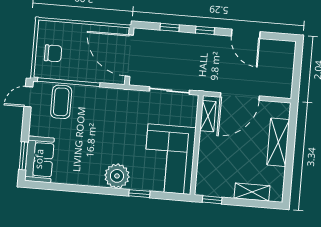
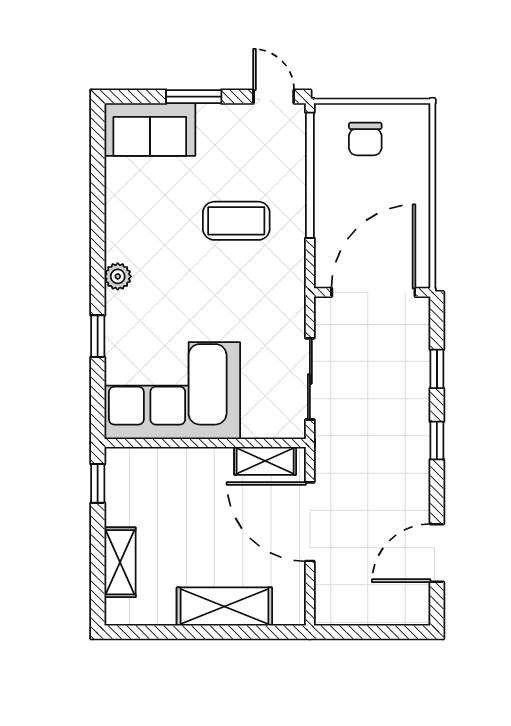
door: (246, 34) -> (437, 553), moved
coffee table: (61, 102) -> (236, 221), moved
window: (23, 156) -> (194, 97), moved
plant: (117, 176) -> (118, 276), width x0.53, depth x0.53

